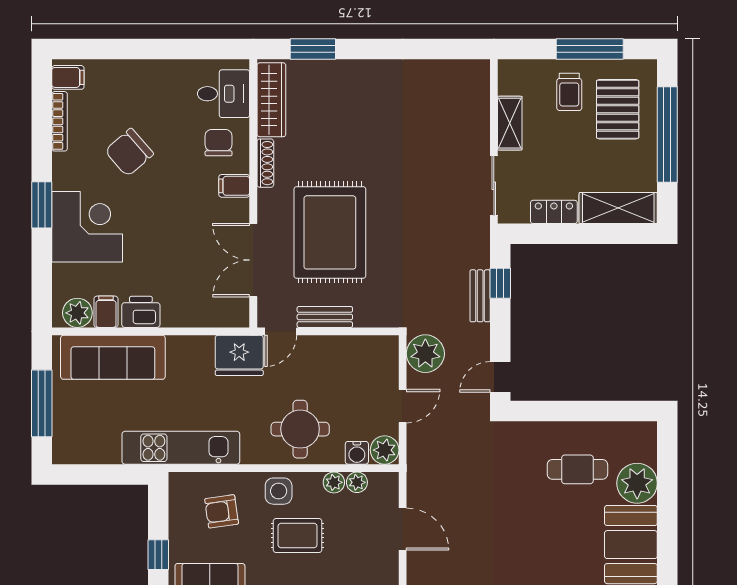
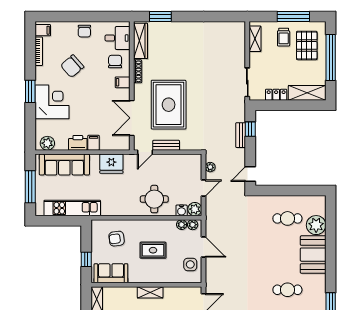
chair: (155, 79) -> (84, 31), added
shelving: (510, 123) -> (255, 39), moved
filing cabinet: (106, 312) -> (94, 143), moved
plant: (425, 354) -> (210, 167), width x0.53, depth x0.53
fridge: (239, 355) -> (111, 164), moved
kitchen unit: (181, 448) -> (72, 208), moved
plant: (334, 482) -> (193, 225), moved
side table: (279, 491) -> (190, 264), moved

